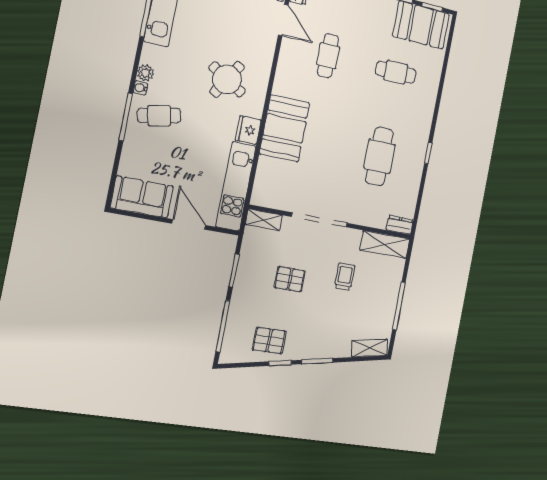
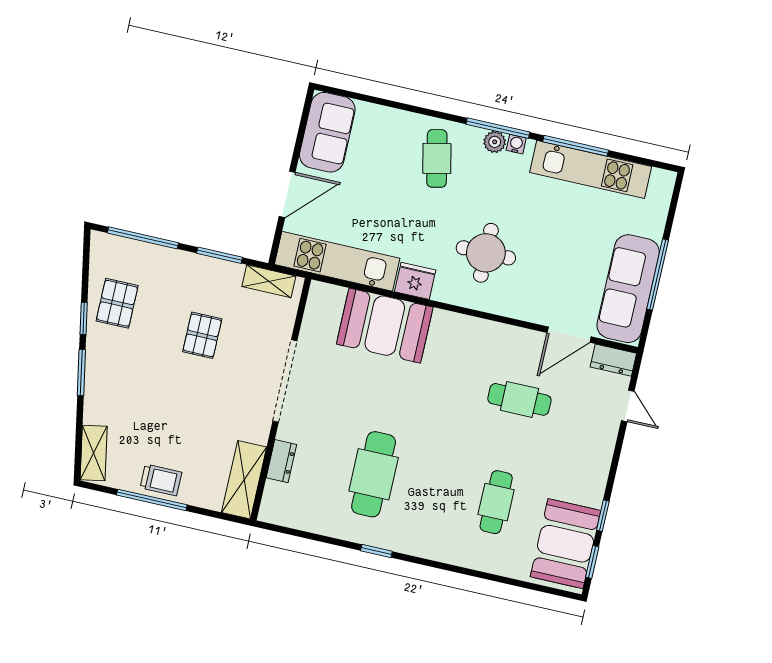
round table: (227, 79) -> (486, 253), turned -31
water cooler: (140, 88) -> (516, 144), moved
window: (126, 117) -> (498, 128), moved
booth: (285, 128) -> (385, 326), moved
cafe table: (379, 156) -> (374, 474), turned 90
shelving: (264, 220) -> (269, 281), moved, turned 90
dresser: (400, 225) -> (281, 461), moved
trolley: (345, 277) -> (161, 480), moved

